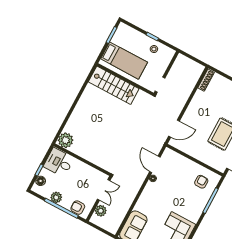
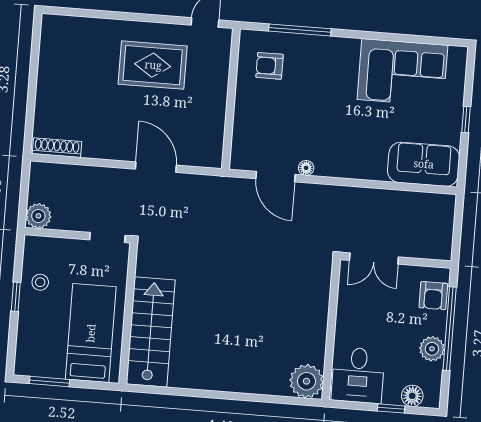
door: (174, 129) -> (156, 167), moved
door: (155, 164) -> (275, 177), hinge flipped
double door: (104, 190) -> (374, 259), swing flipped
plant: (101, 211) -> (38, 216), moved

